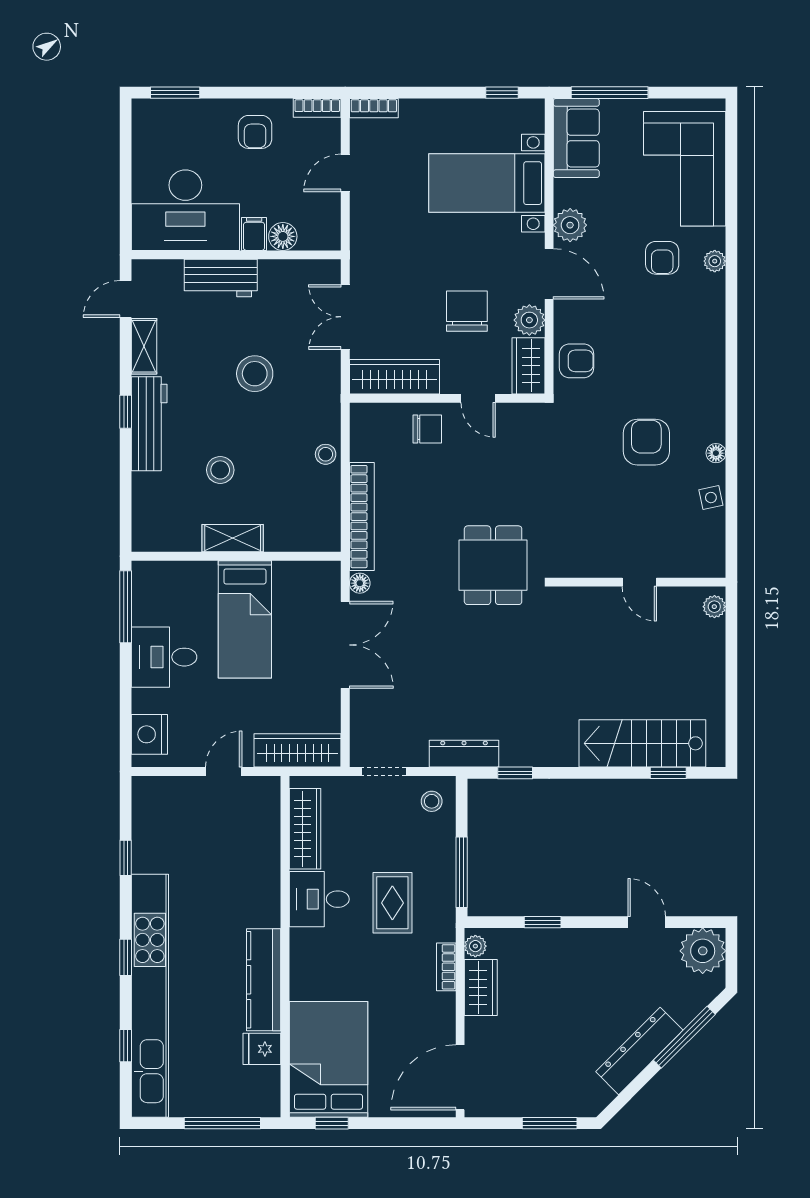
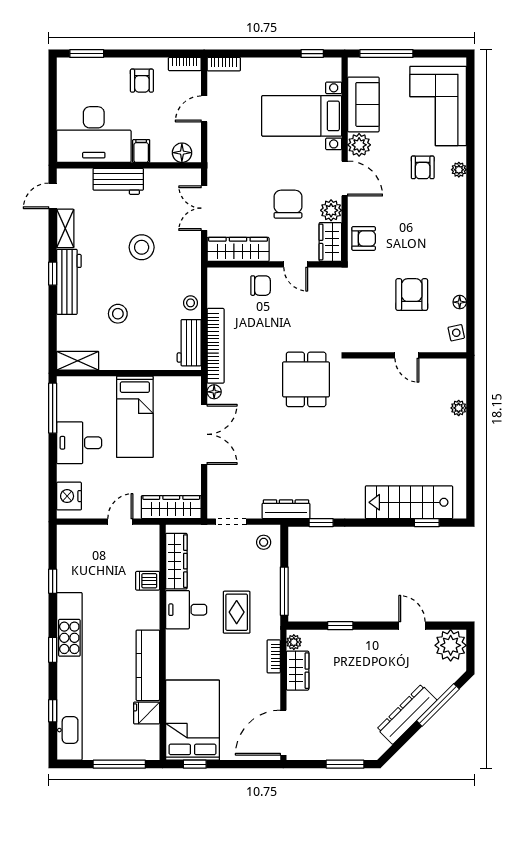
sofa: (576, 138) -> (363, 104), moved
floor lamp: (283, 236) -> (182, 153), moved
workbench: (324, 512) -> (189, 343), added
shelving: (233, 538) -> (78, 361), moved
door: (639, 582) -> (407, 355), moved
wall: (640, 582) -> (407, 355), moved
dishwasher: (263, 857) -> (148, 581), added

